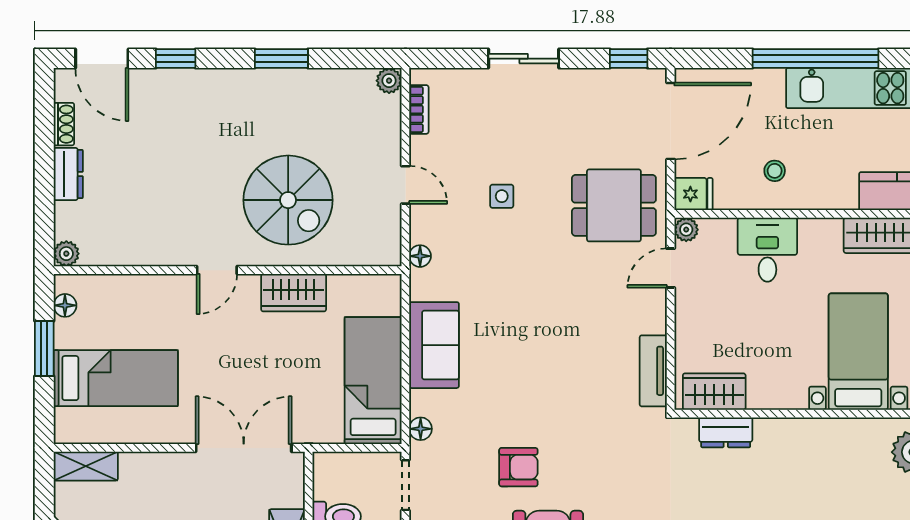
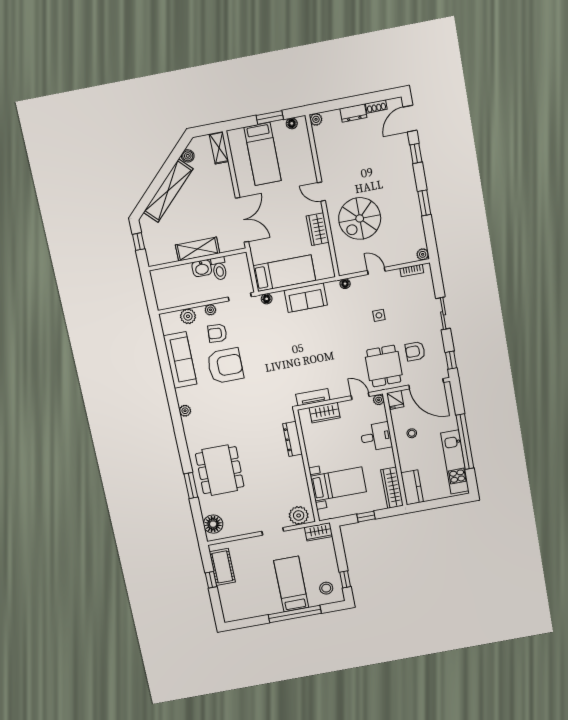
door: (405, 185) -> (376, 271), swing flipped
wardrobe: (714, 392) -> (325, 413), moved, turned 90
dresser: (726, 432) -> (293, 439), width x1.44
armchair: (518, 467) -> (415, 351), moved, turned 90

